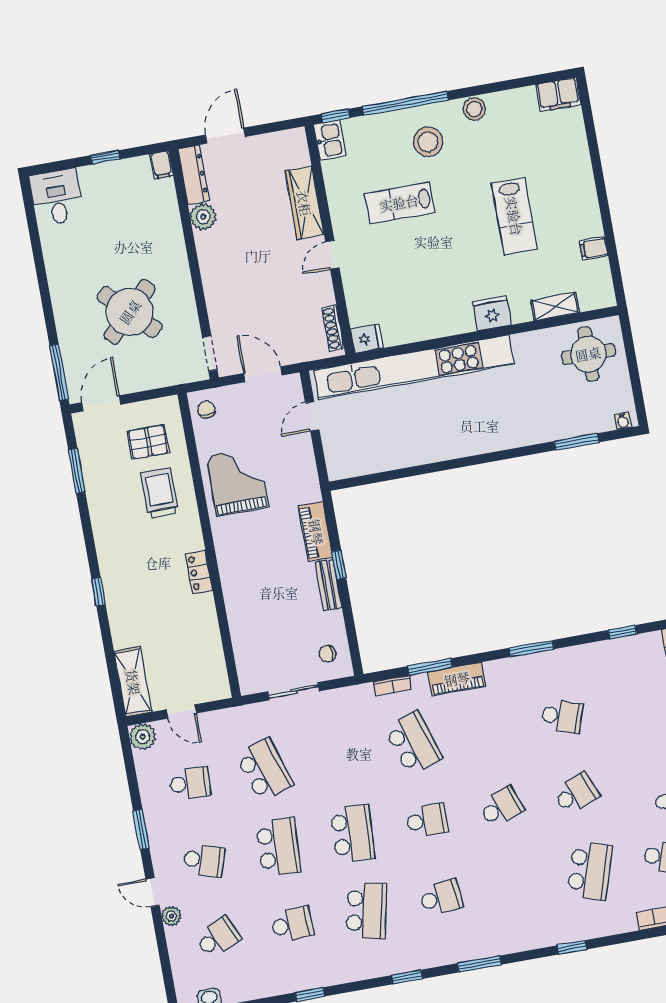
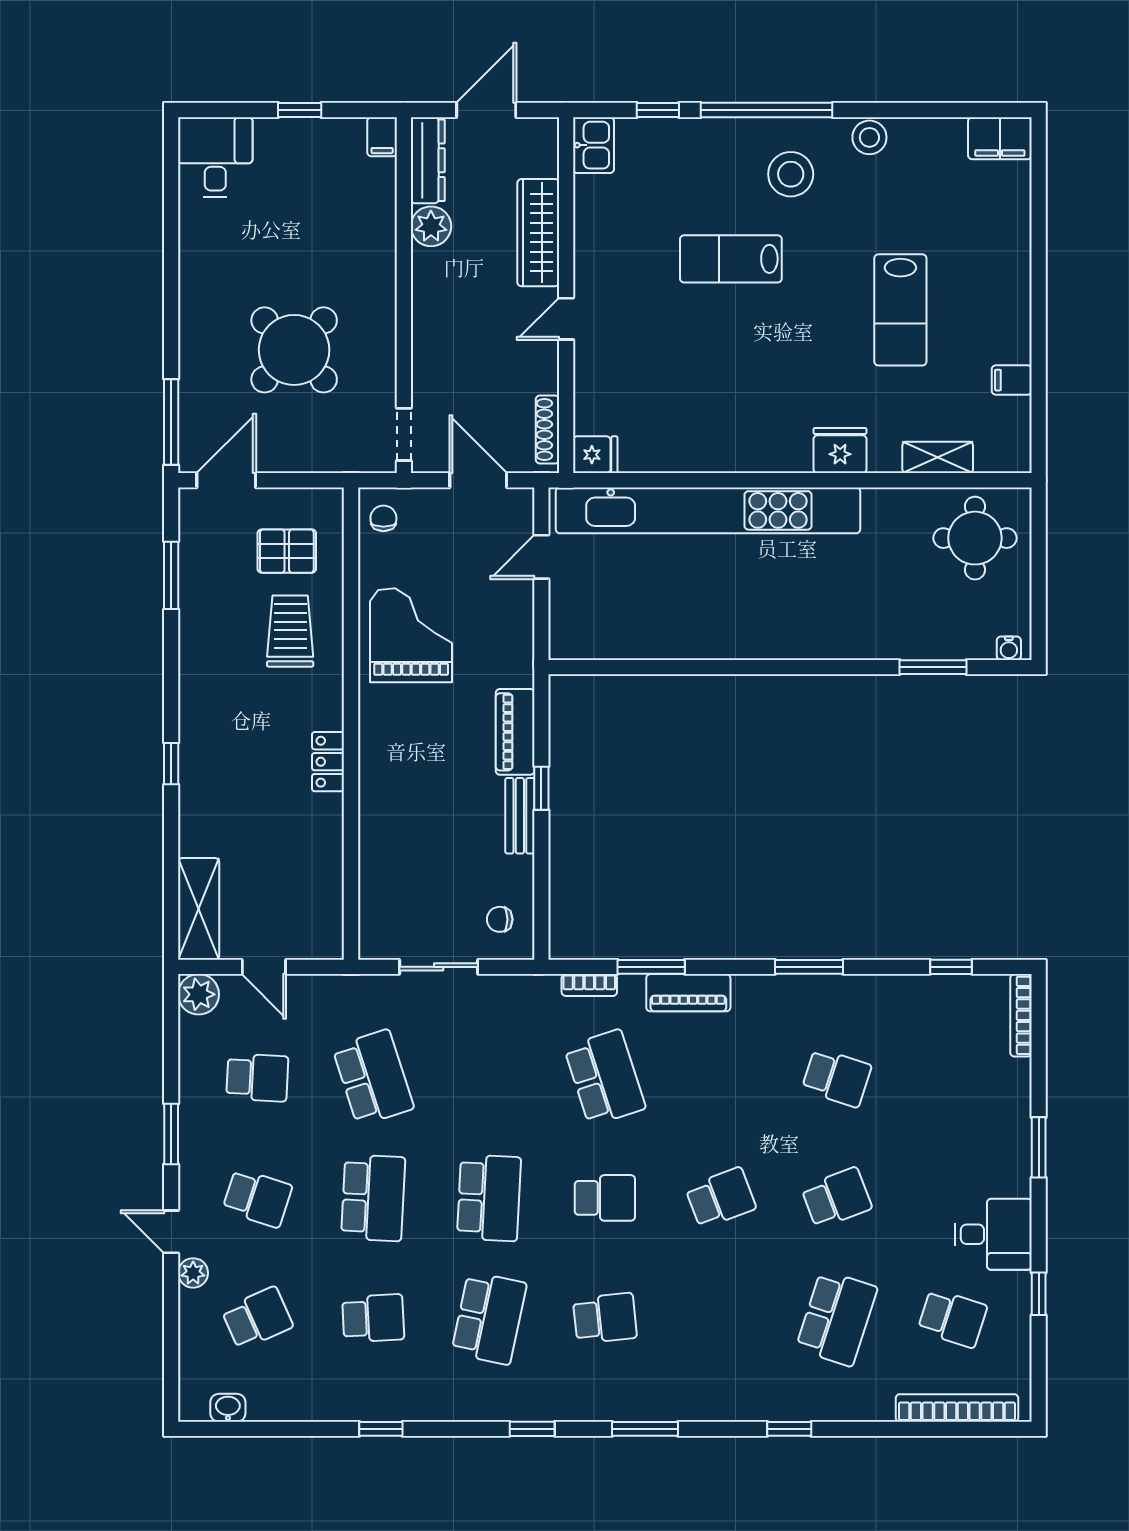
kitchen sink: (330, 140) -> (594, 145), moved
wardrobe: (304, 203) -> (538, 233), moved
wall: (330, 240) -> (566, 295), moved
door: (332, 255) -> (566, 319), moved
shoe rack: (333, 328) -> (547, 430), moved
fridge: (367, 339) -> (595, 455), moved

